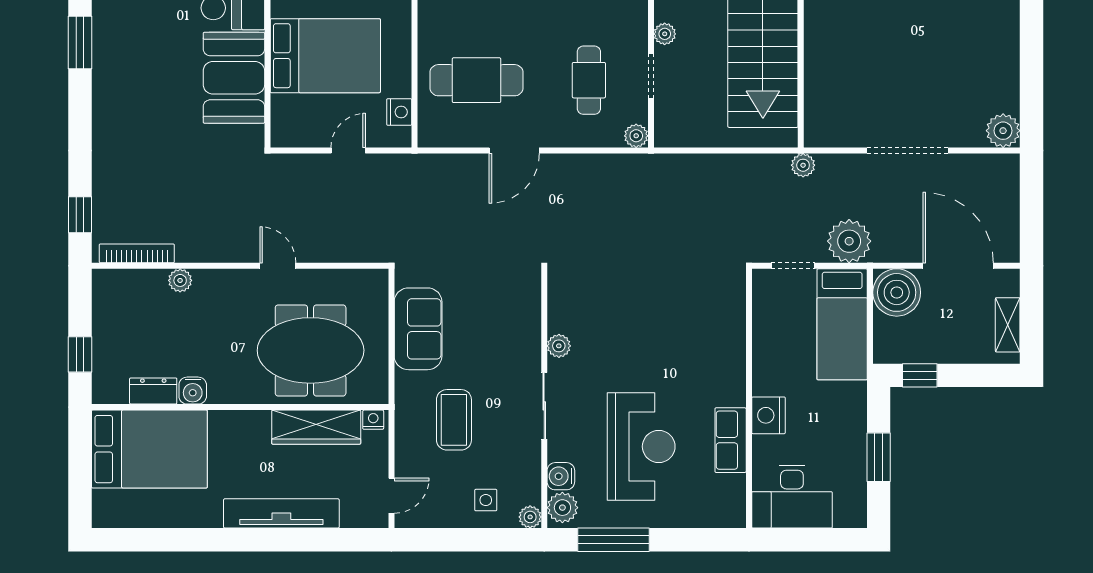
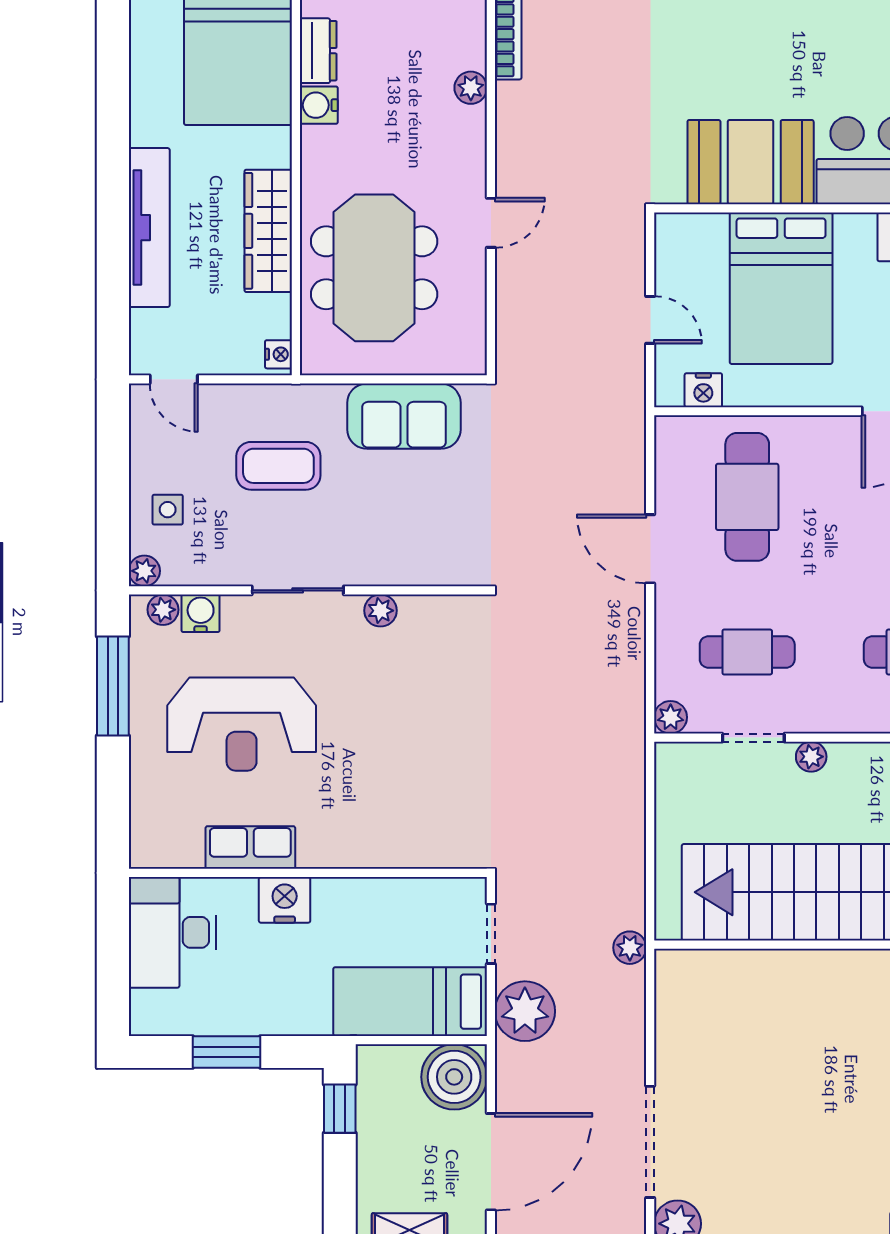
doorway: (908, 150) -> (650, 1142), moved
wardrobe: (316, 427) -> (268, 231), moved
plant: (562, 508) -> (163, 610), width x0.73, depth x0.73

